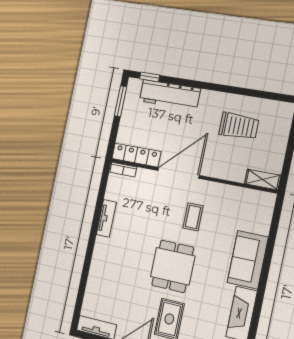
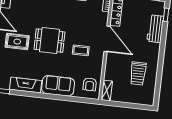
workbench: (170, 95) -> (155, 29), width x0.73
armchair: (250, 207) -> (90, 84), added

